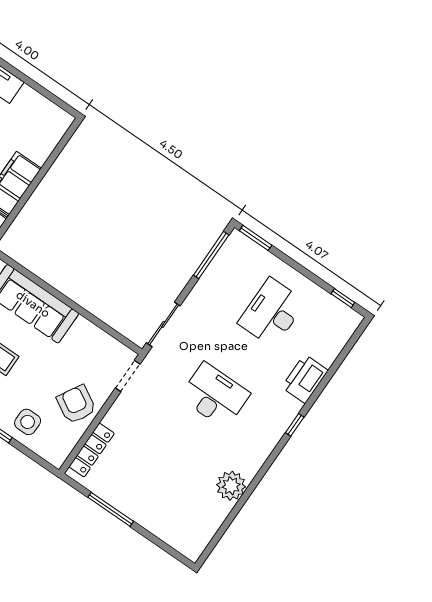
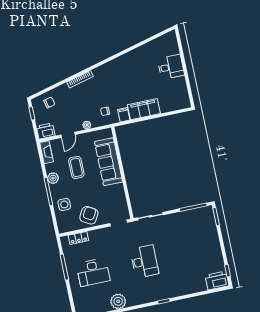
desk: (272, 313) -> (93, 272), moved, turned 180
printer: (305, 379) -> (217, 281), moved
locker: (92, 450) -> (78, 238), width x0.66

